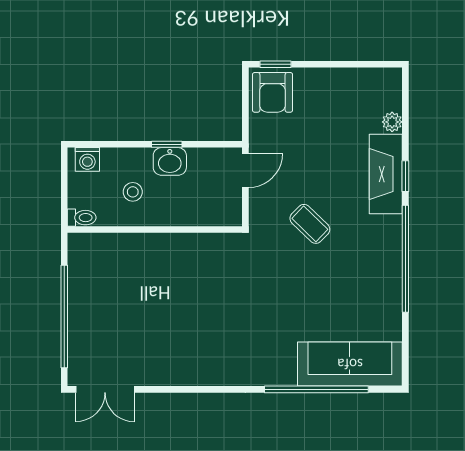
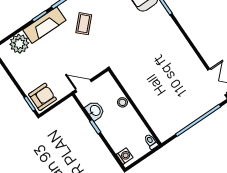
plant: (392, 122) -> (19, 44), width x1.88, depth x1.88
washbasin: (170, 161) -> (95, 111), moved
stool: (133, 192) -> (122, 102), moved
coffee table: (310, 224) -> (84, 24), moved

